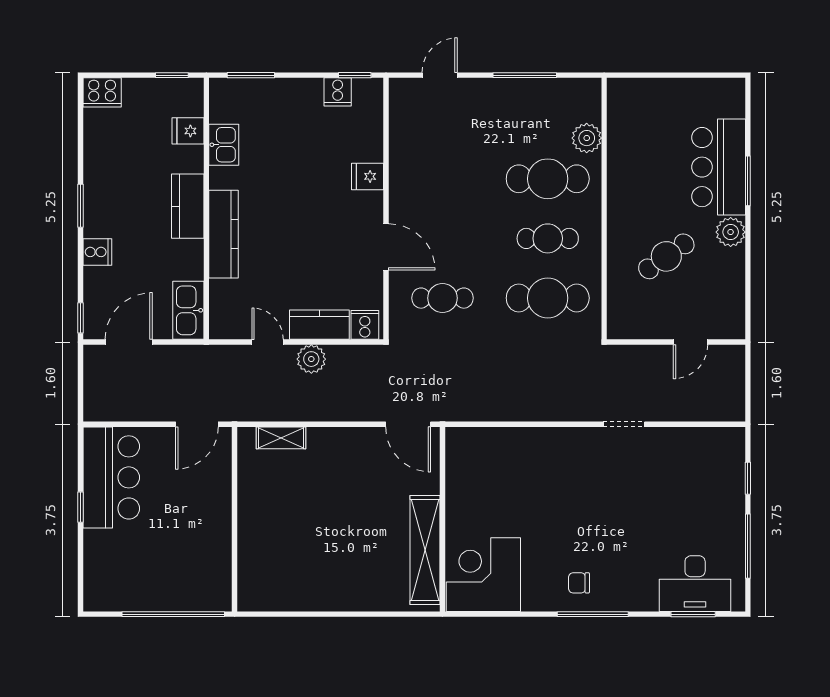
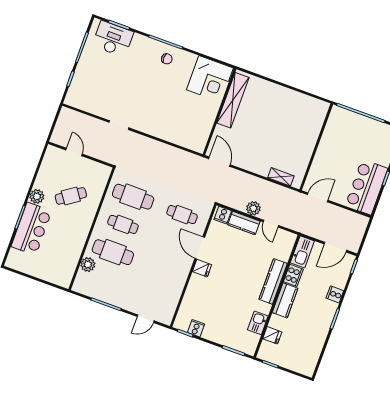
cooker: (102, 92) -> (293, 275), moved, turned 90
fridge: (368, 176) -> (202, 268), moved
door: (691, 342) -> (74, 152), hinge flipped

